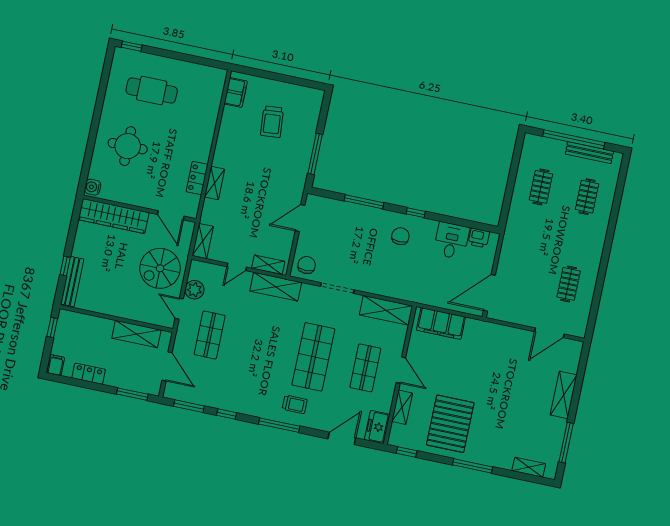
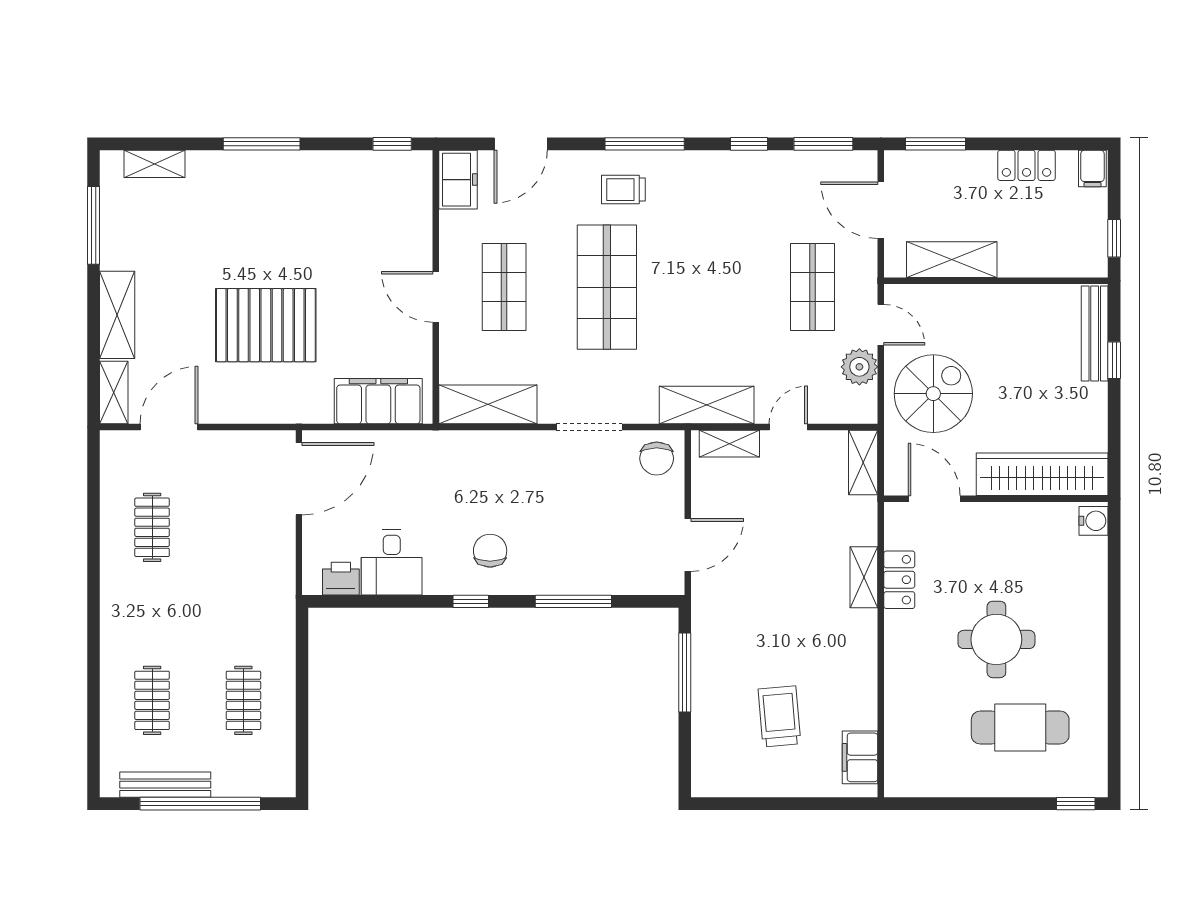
round table: (128, 146) -> (996, 639), moved
chair: (400, 236) -> (490, 551), turned 180
shelving: (402, 407) -> (114, 393), moved
pallet: (450, 424) -> (266, 325), moved, turned 90

